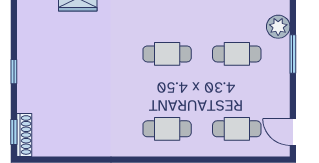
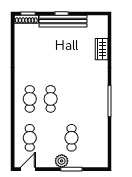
plant: (278, 27) -> (62, 161), moved
cafe table: (167, 54) -> (51, 99), moved
bench: (28, 69) -> (63, 21), added

